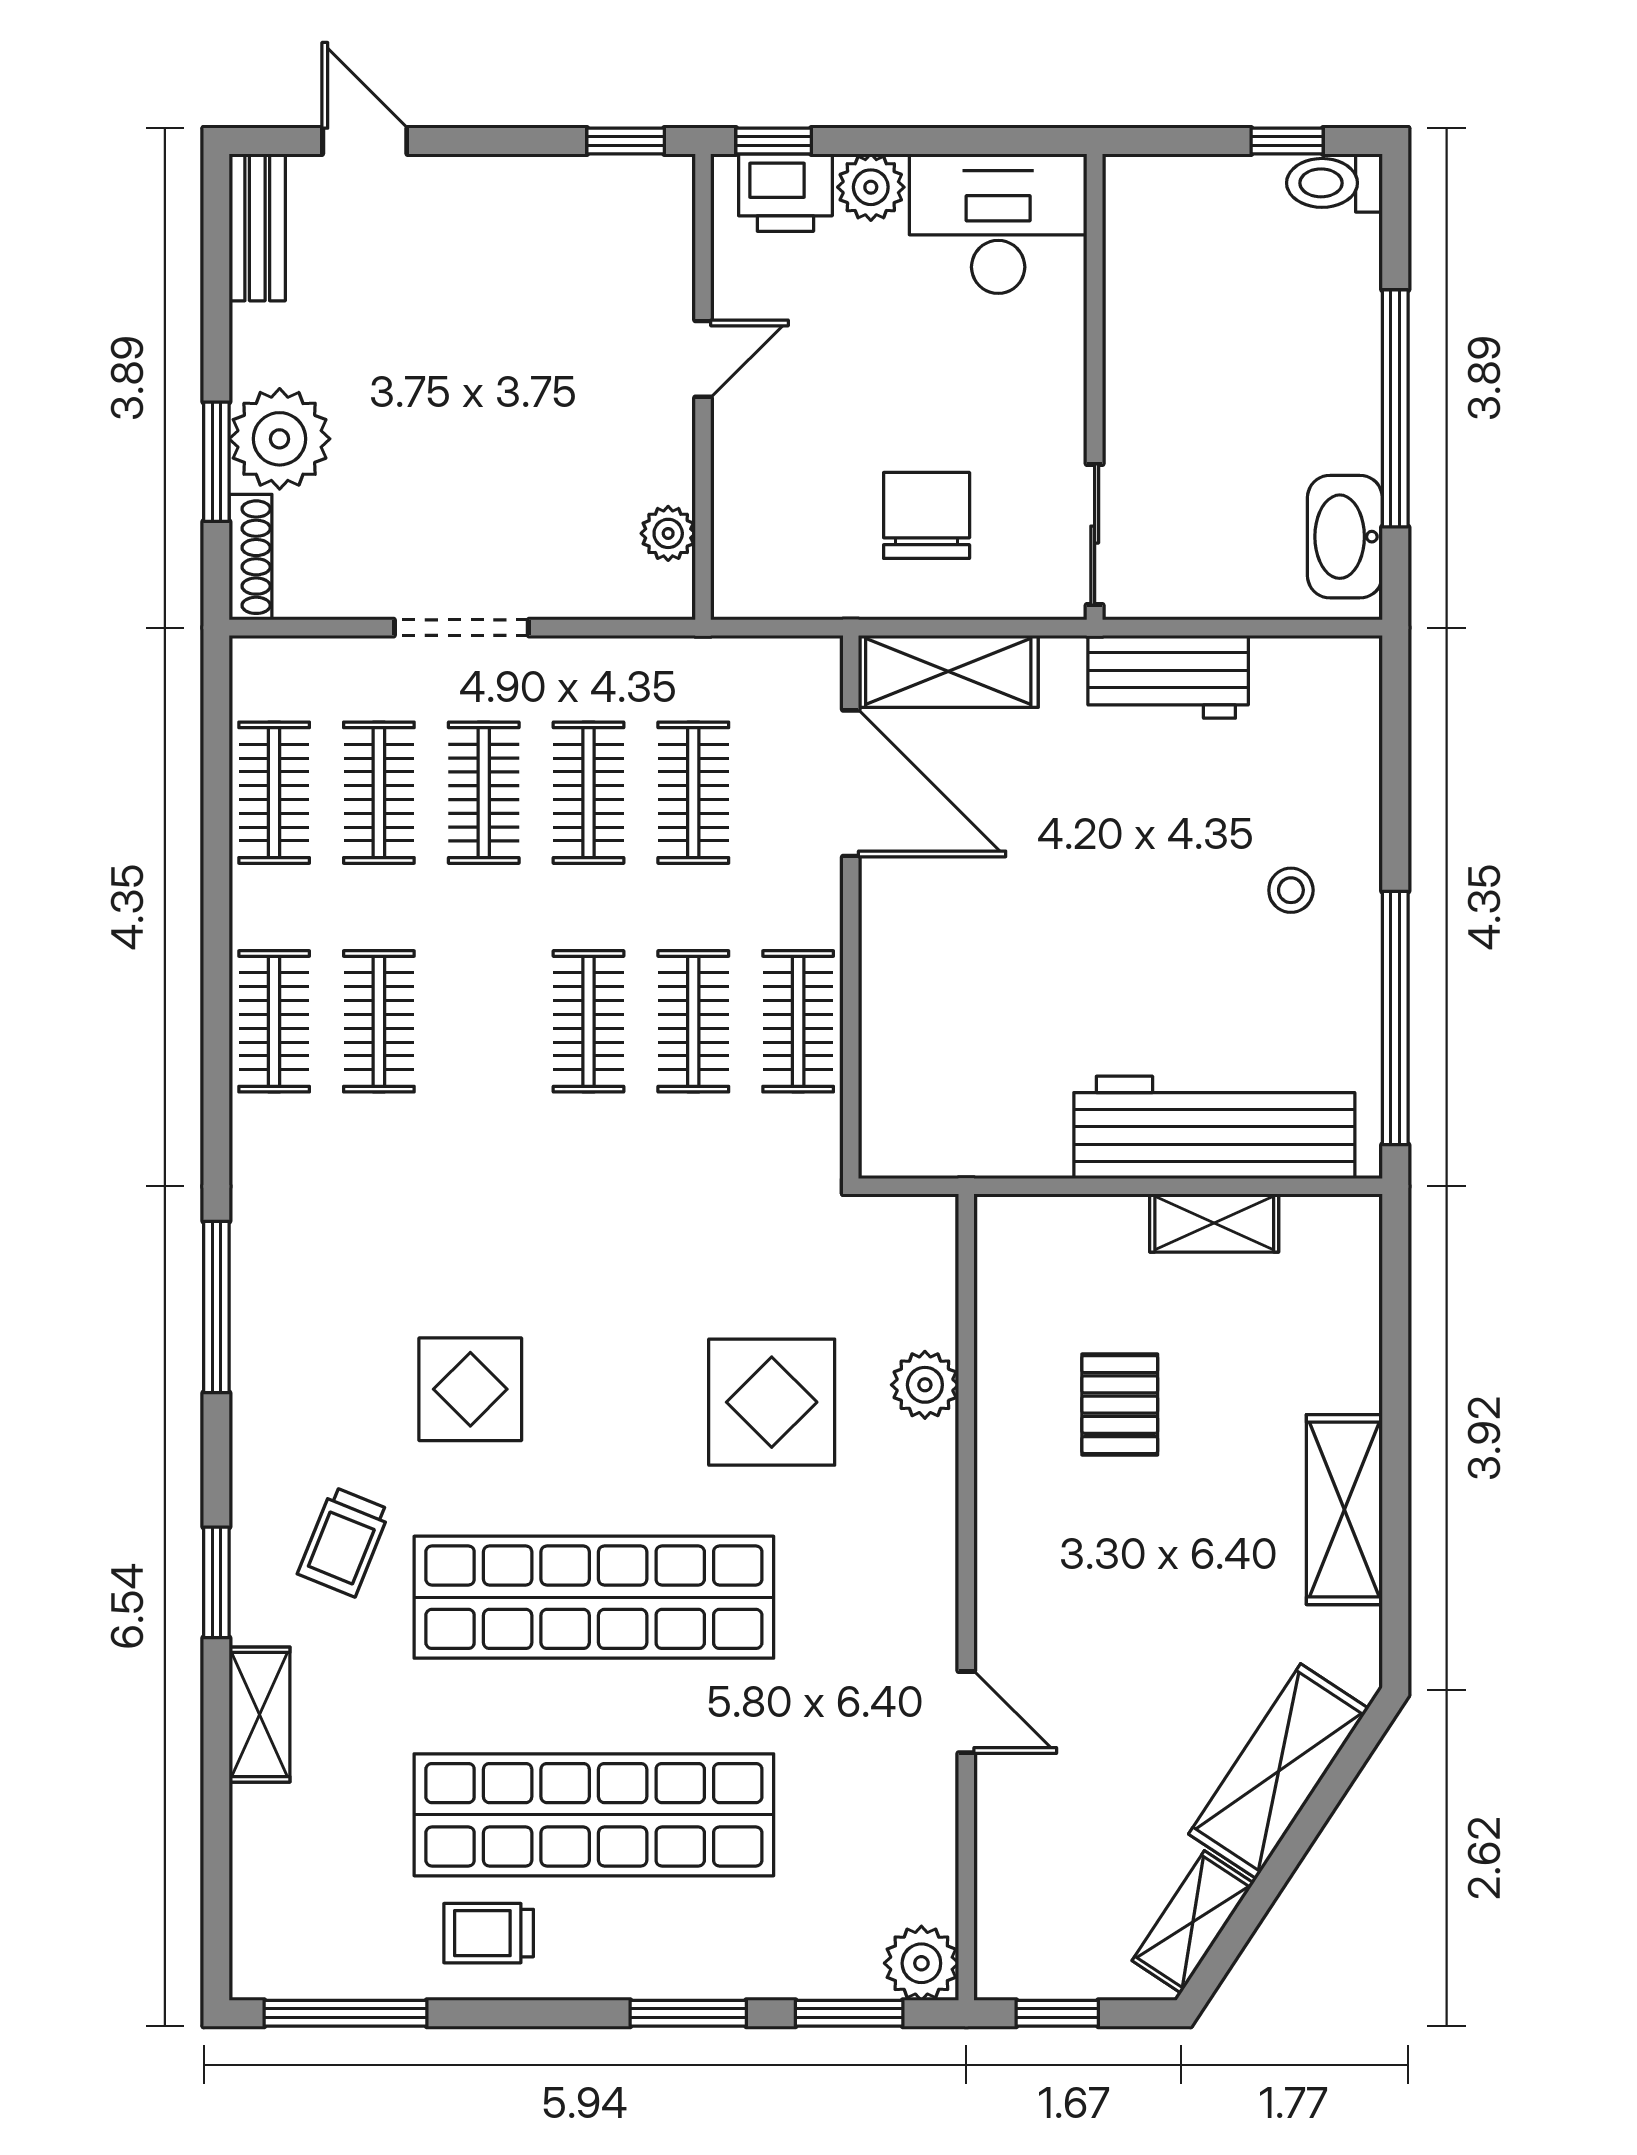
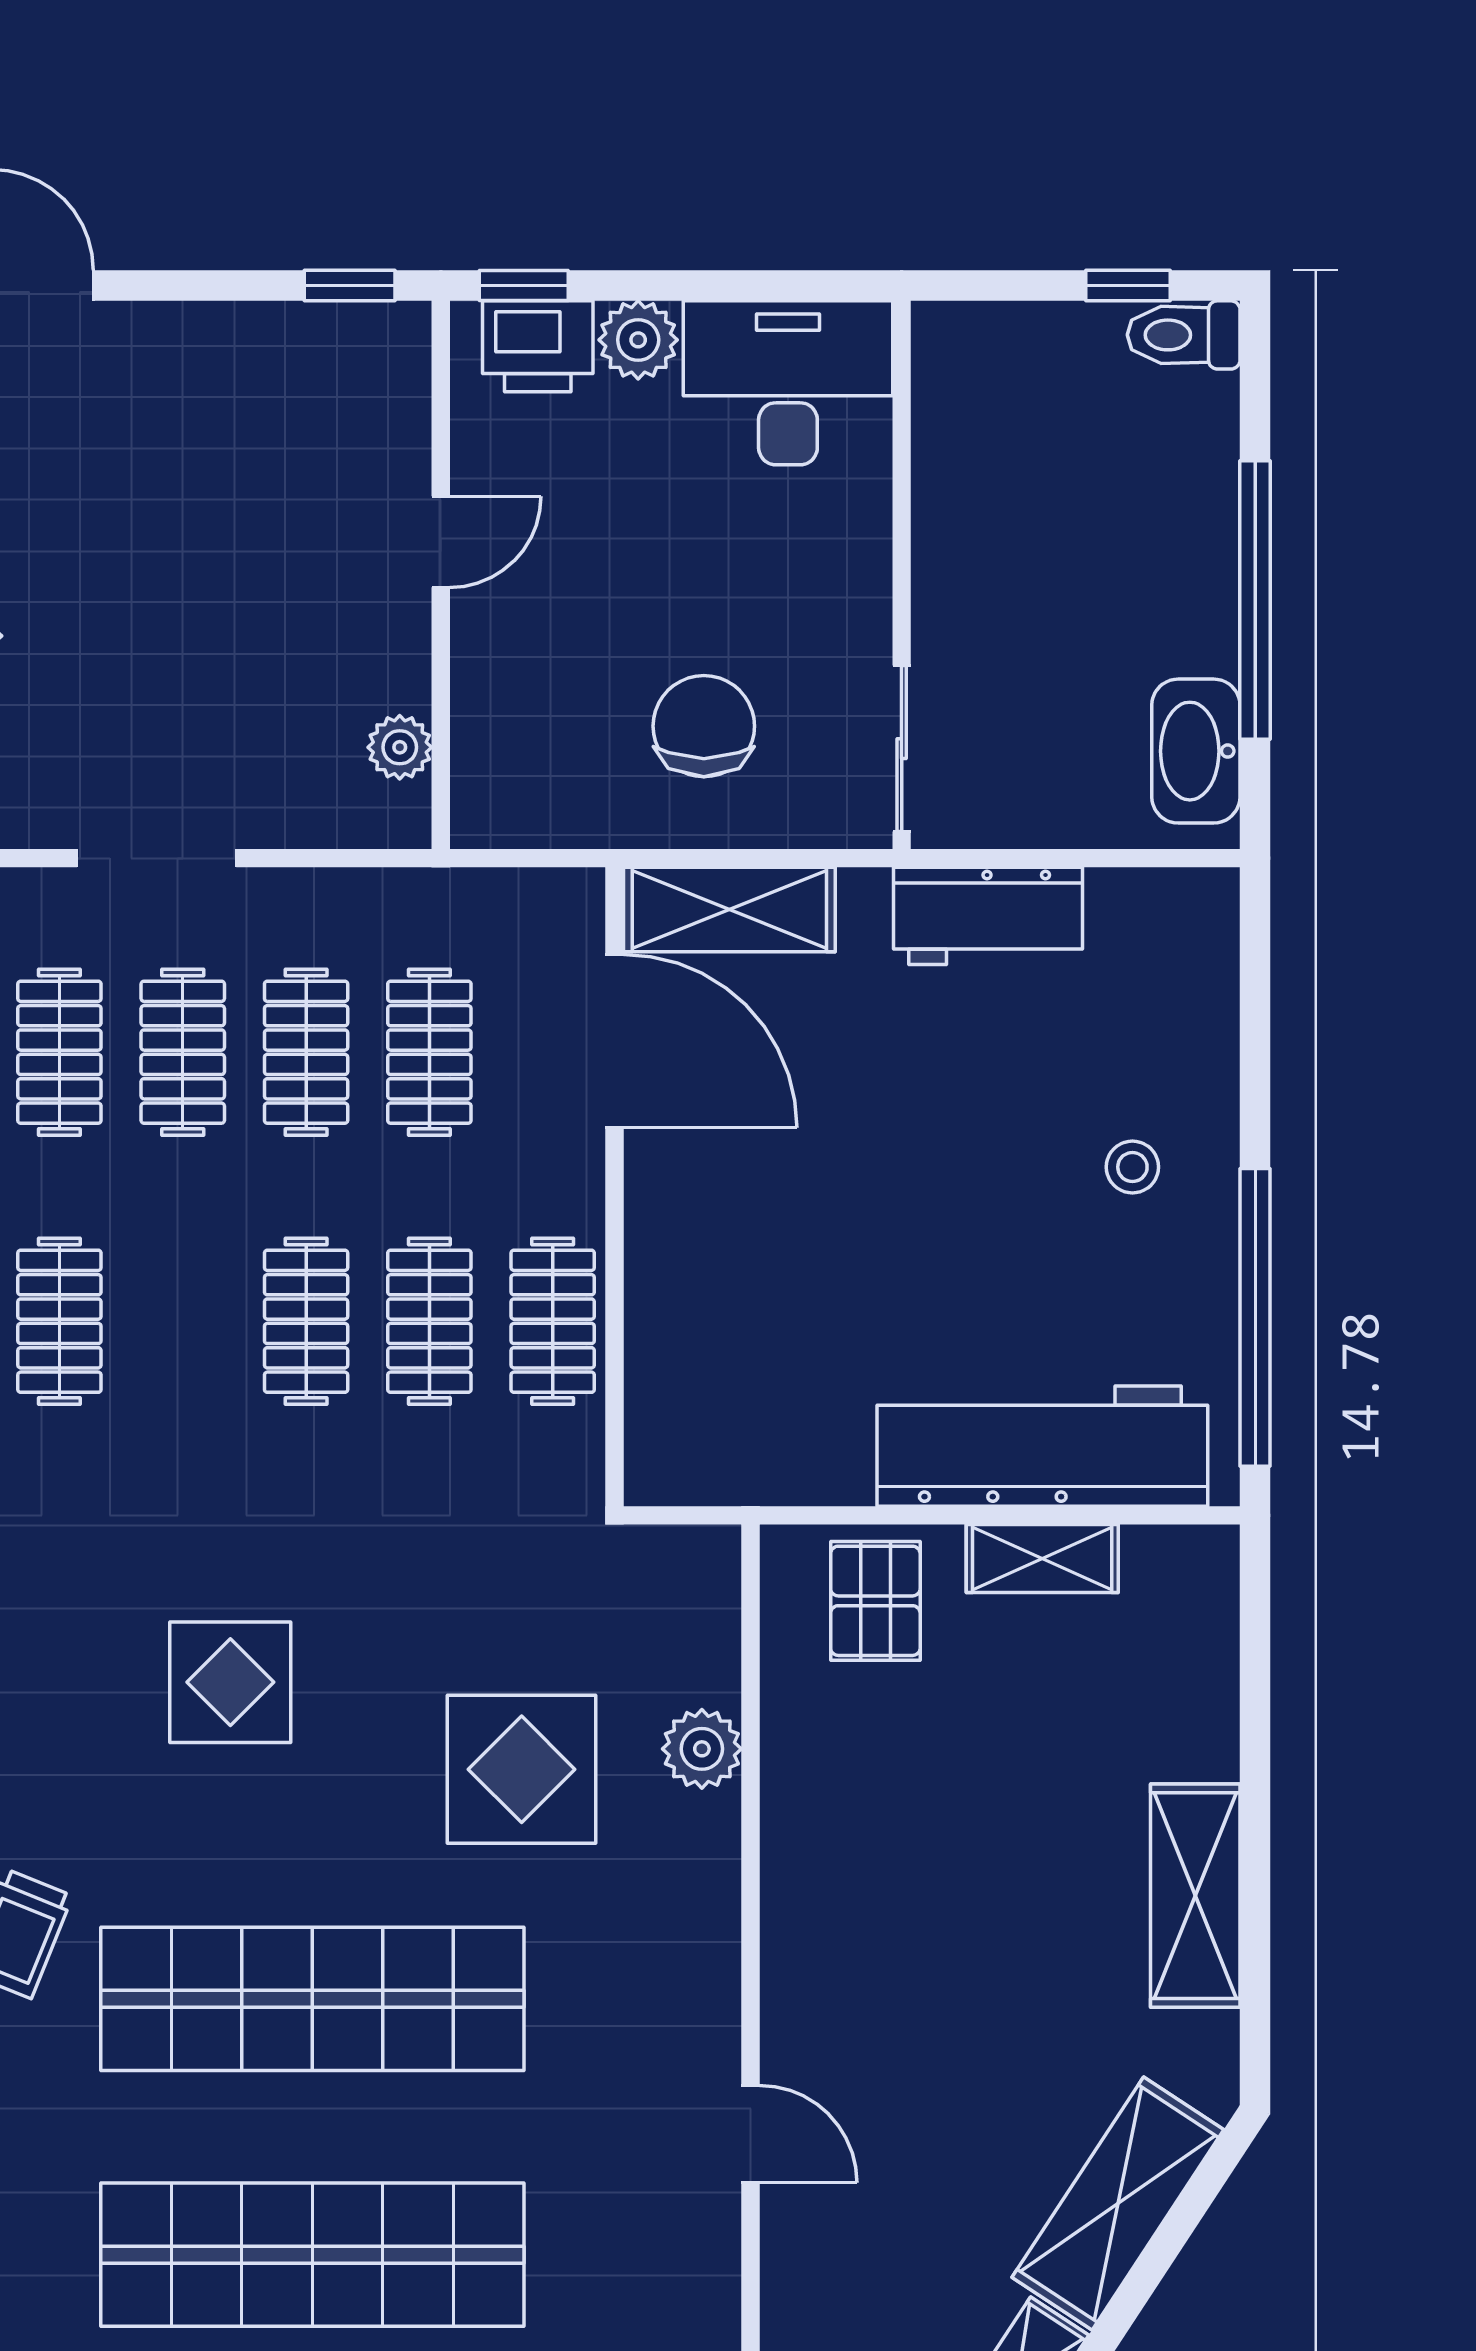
display table: (470, 1389) -> (230, 1682), moved
pallet: (1120, 1405) -> (875, 1601), moved

